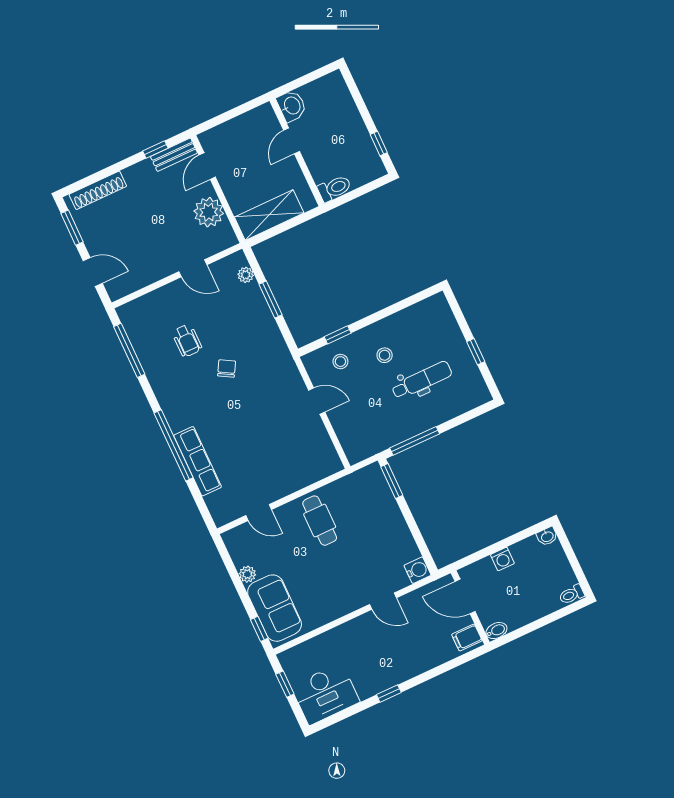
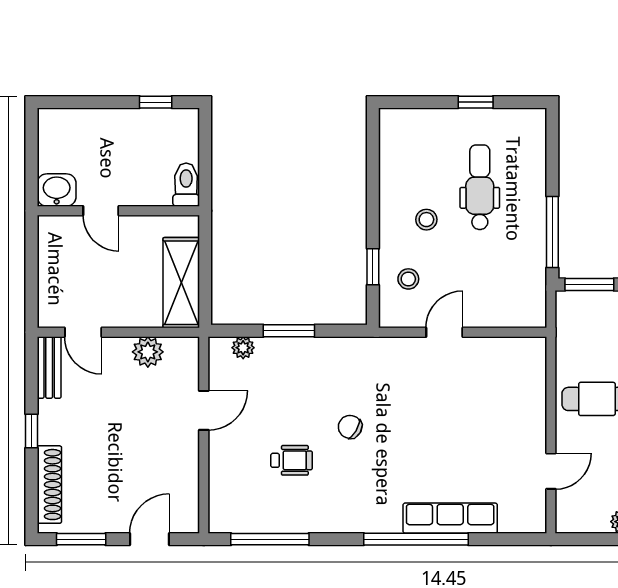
window: (155, 149) -> (32, 431), moved
plant: (209, 212) -> (148, 352), width x0.73, depth x0.73

